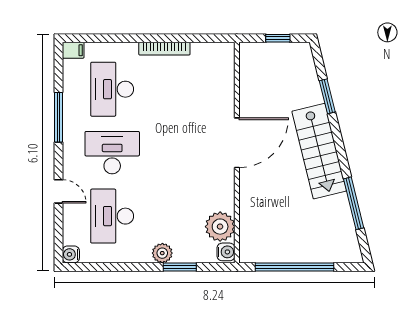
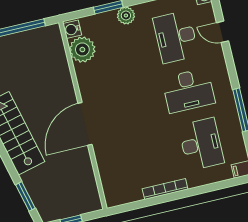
window: (327, 96) -> (25, 196), moved
door: (58, 191) -> (223, 32), moved
desk: (112, 216) -> (176, 37), turned 180

